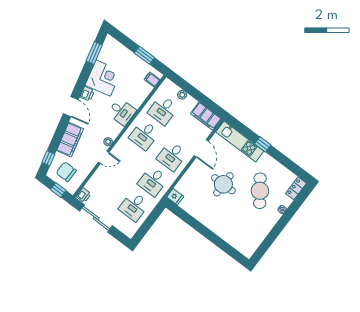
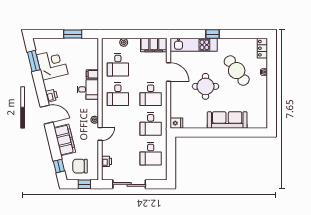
corner desk: (103, 78) -> (52, 64), moved
filing cabinet: (152, 80) -> (92, 74), moved
printer: (84, 195) -> (106, 161), moved
sofa: (220, 227) -> (227, 120), added

